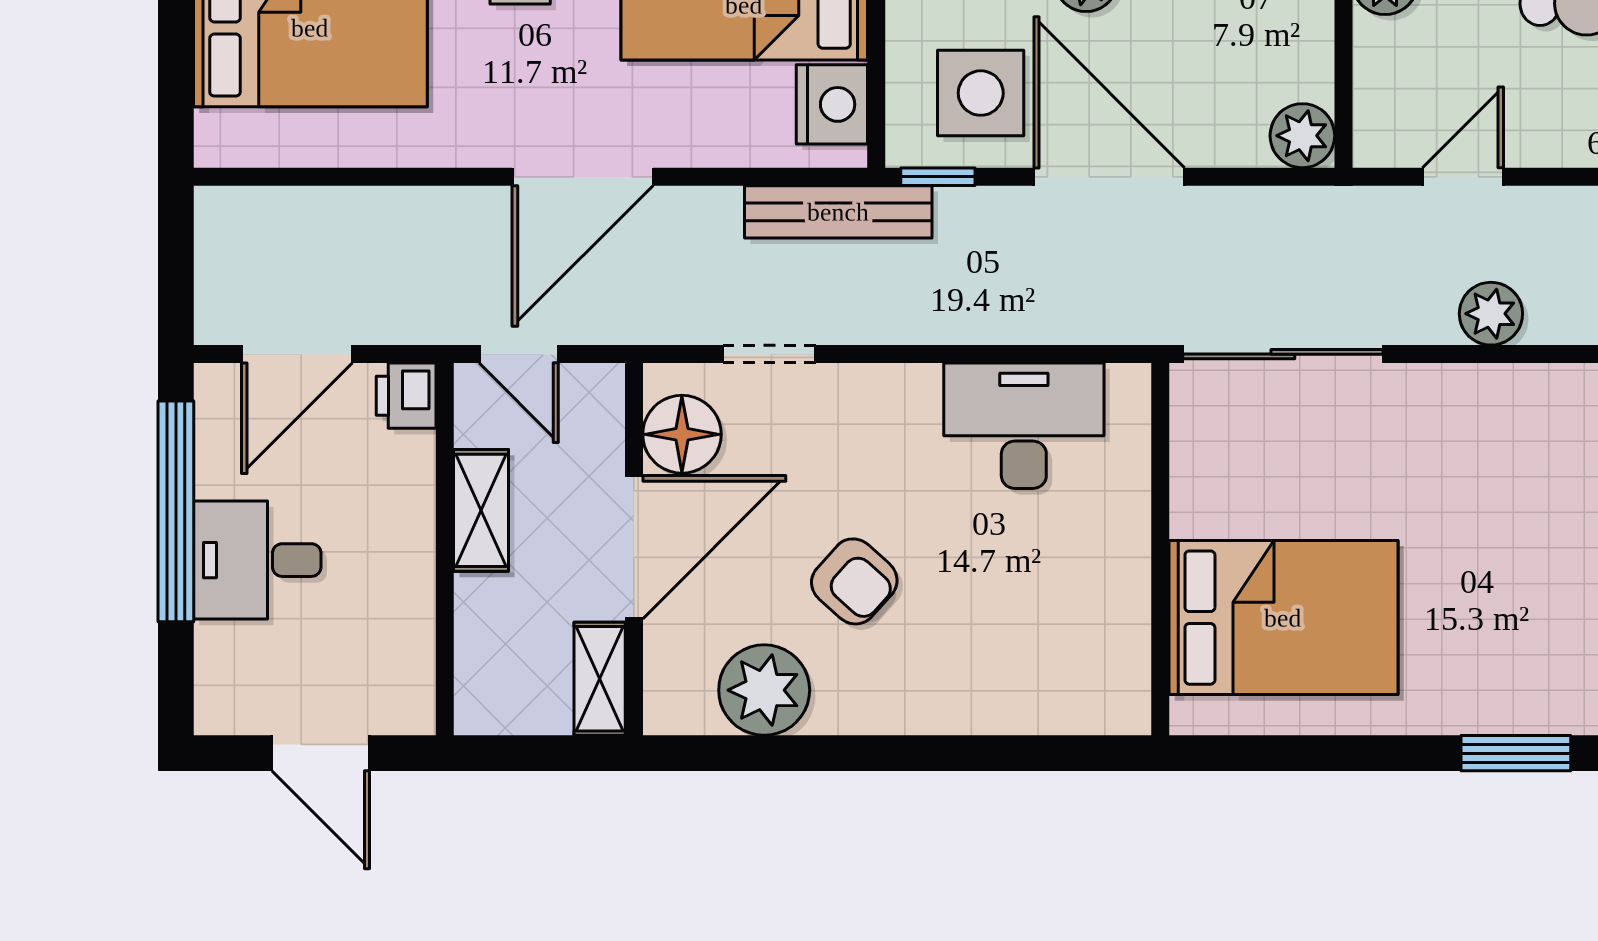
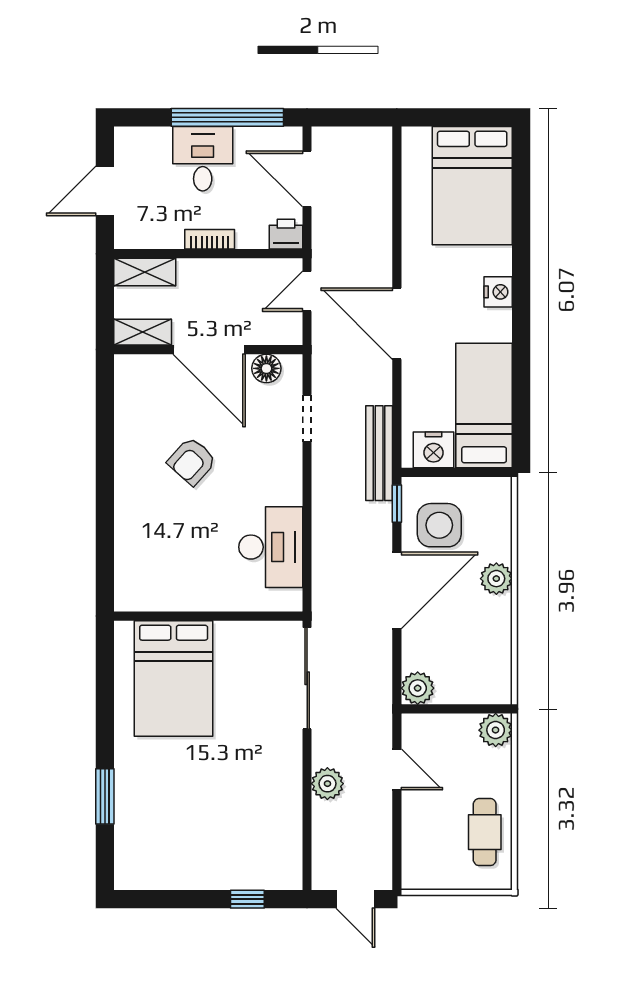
floor lamp: (682, 434) -> (266, 368), width x0.73, depth x0.73
shelving: (481, 510) -> (145, 272), moved
bookcase: (416, 546) -> (210, 239), added
plant: (764, 690) -> (137, 416), removed

